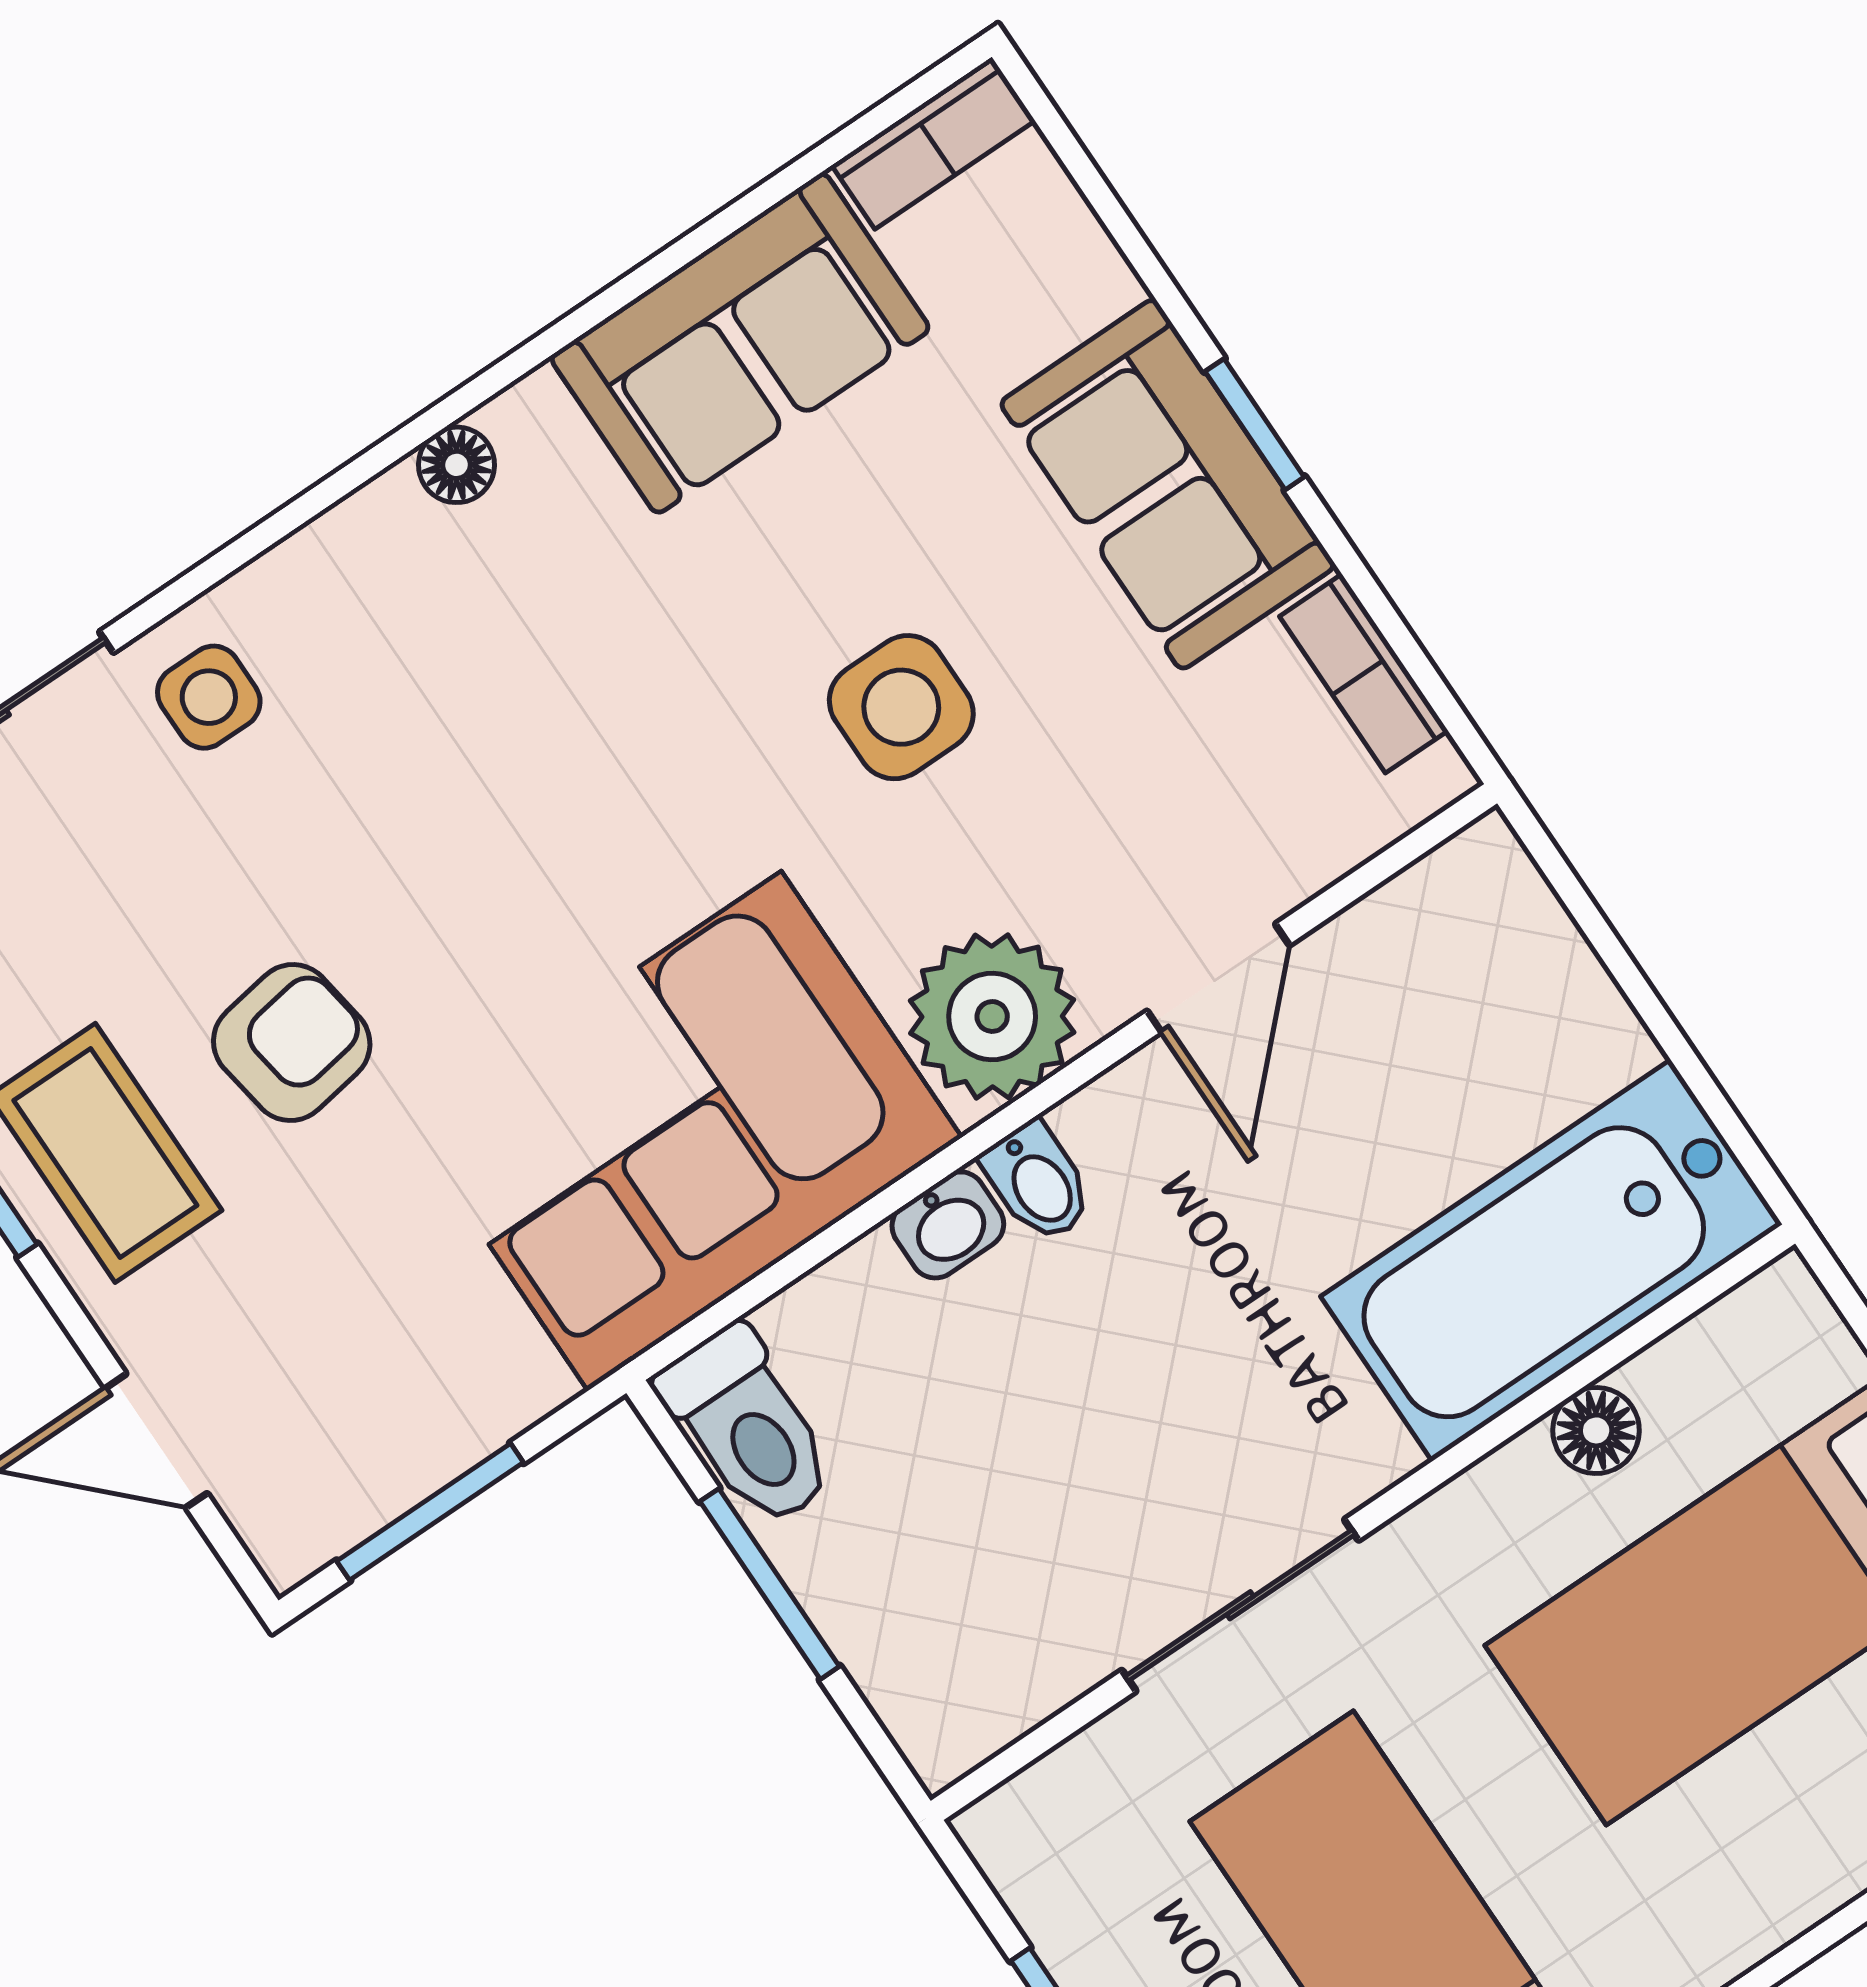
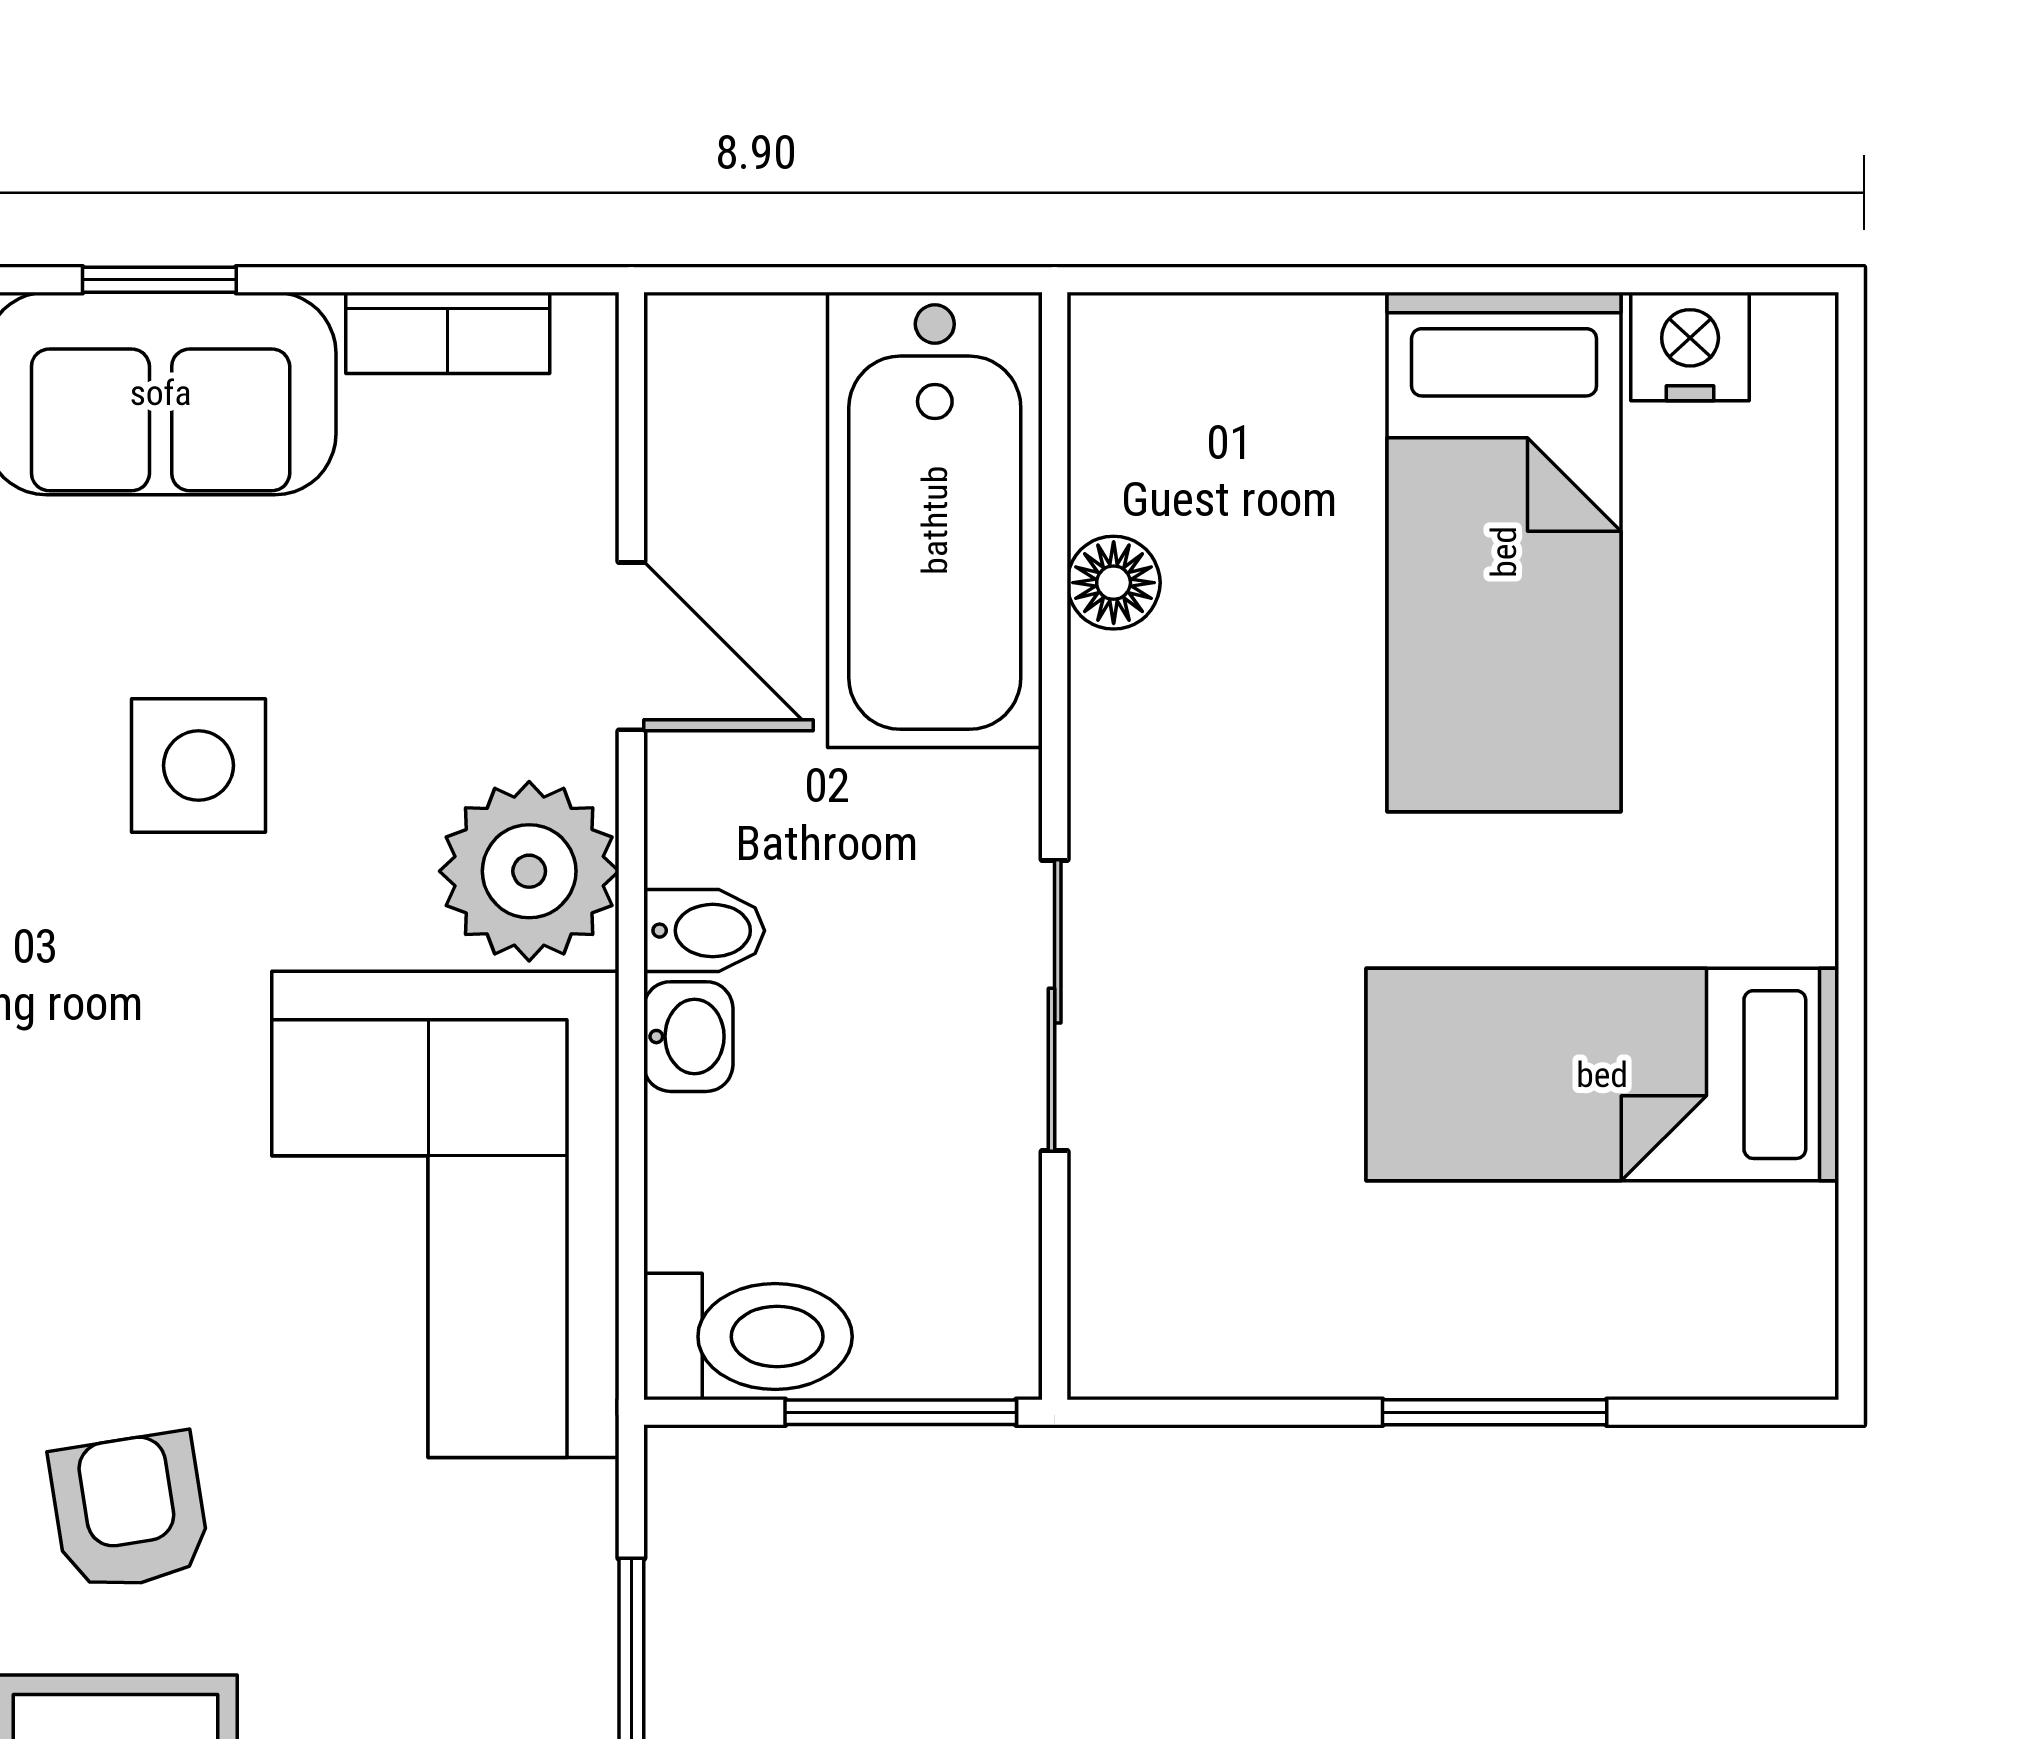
bathtub: (1551, 1260) -> (935, 520), moved
floor lamp: (1596, 1430) -> (1114, 583), moved
wall: (1363, 1522) -> (1055, 846), moved
sliding door: (1240, 1605) -> (1055, 1006), moved

